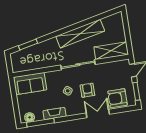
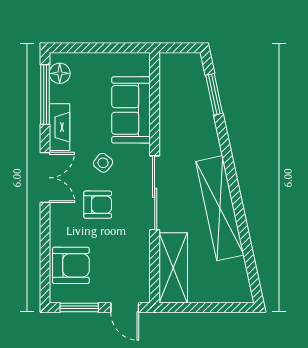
sofa: (30, 84) -> (131, 110), moved
armchair: (117, 98) -> (71, 265), turned 90
double door: (98, 114) -> (45, 178), moved

